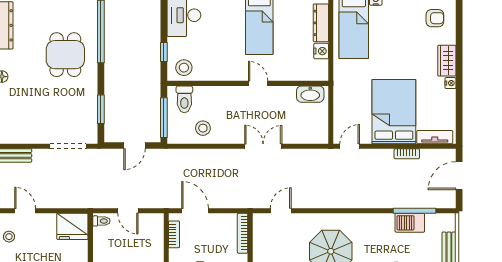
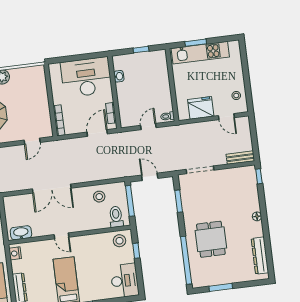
nightstand: (321, 51) -> (15, 253), moved
door: (134, 145) -> (150, 177), hinge flipped
double door: (263, 146) -> (52, 189), width x1.37
door: (128, 211) -> (148, 127), hinge flipped
door: (195, 211) -> (97, 133), swing flipped
fridge: (72, 226) -> (201, 108), moved

